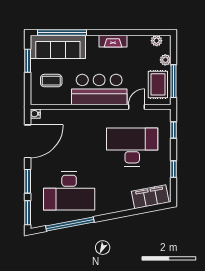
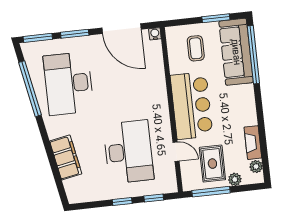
fireplace: (113, 41) -> (253, 143), moved
rug: (158, 84) -> (212, 164), moved, turned 90
window: (174, 169) -> (122, 202), moved
filing cabinet: (150, 197) -> (66, 157), moved

